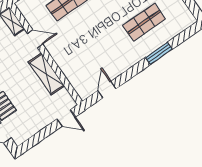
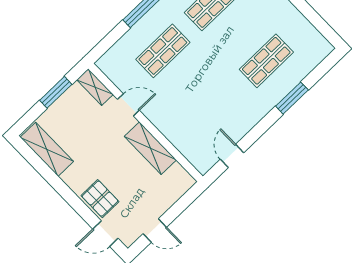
door: (66, 118) -> (155, 230), moved

